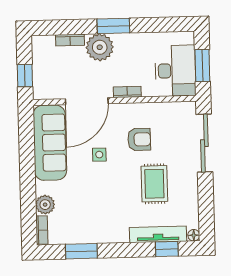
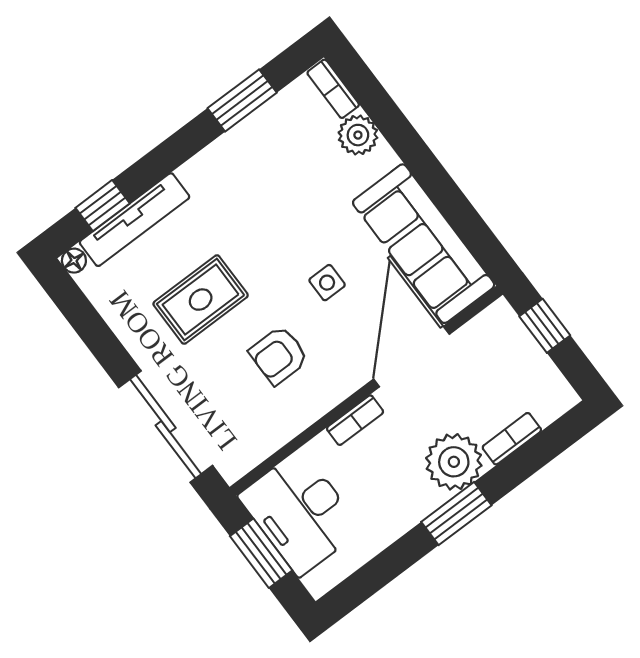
rug: (154, 184) -> (201, 300), turned 90

